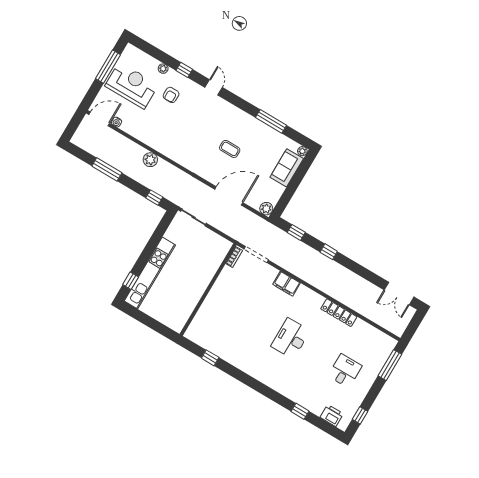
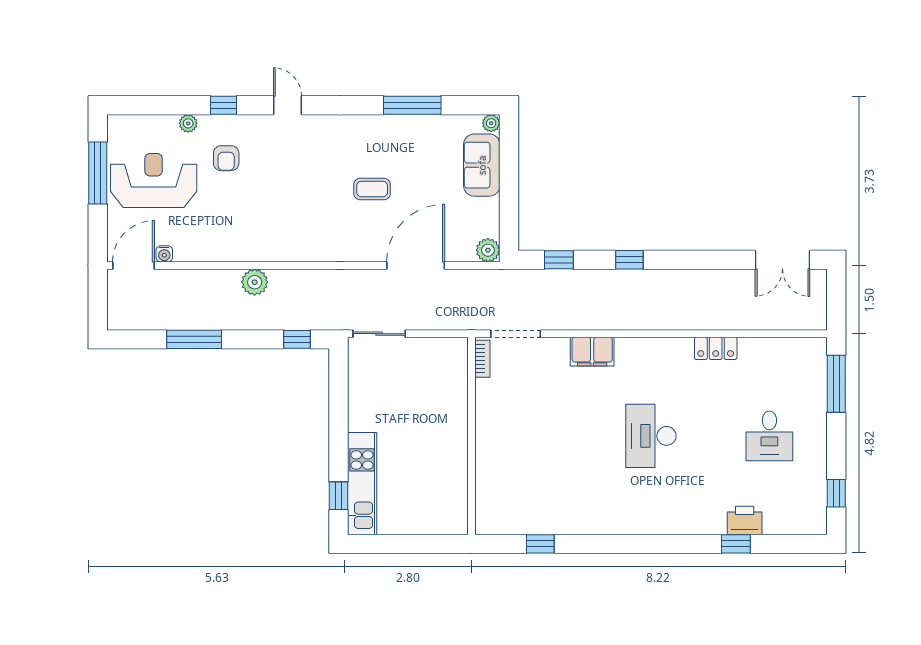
kitchen unit: (150, 273) -> (362, 484), width x0.73
locker: (339, 313) -> (716, 348), width x0.66
desk: (345, 371) -> (769, 436), turned 180
printer: (332, 415) -> (745, 520), moved

